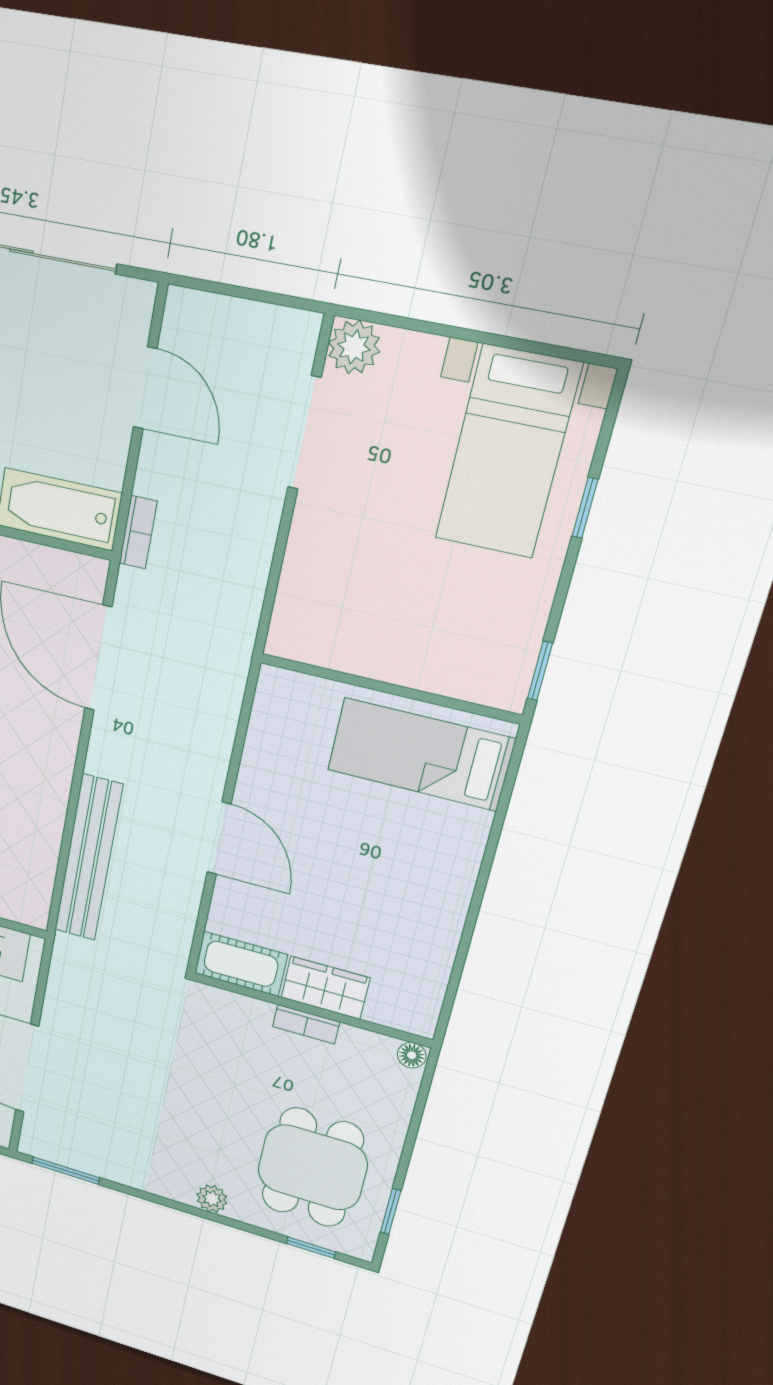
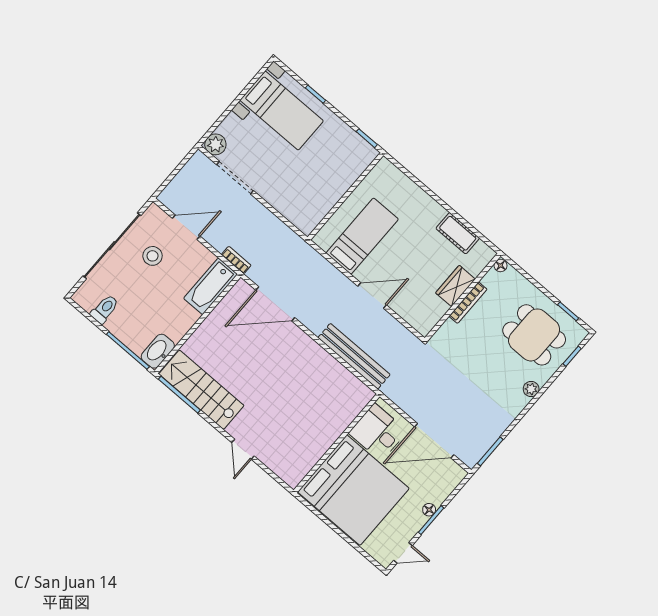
stool: (50, 352) -> (153, 256), added
bed: (420, 754) -> (362, 236), moved, turned 180
cot: (241, 964) -> (458, 233), moved, turned 90
bookcase: (306, 1024) -> (468, 303), width x1.56

